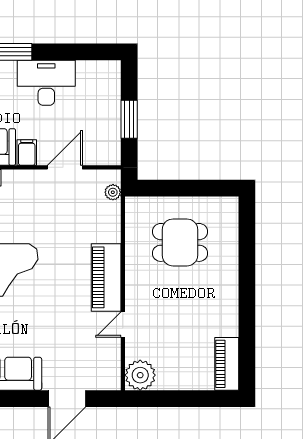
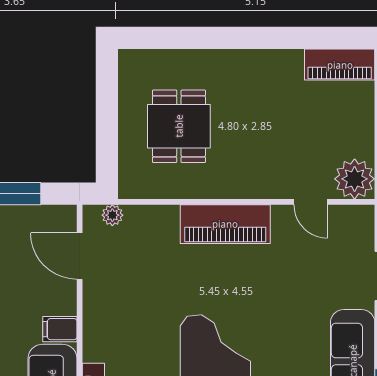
door: (65, 167) -> (80, 256), moved
door: (123, 325) -> (311, 202), moved

